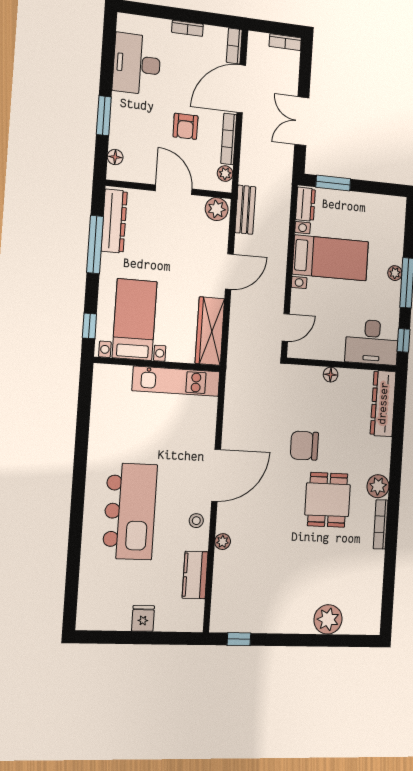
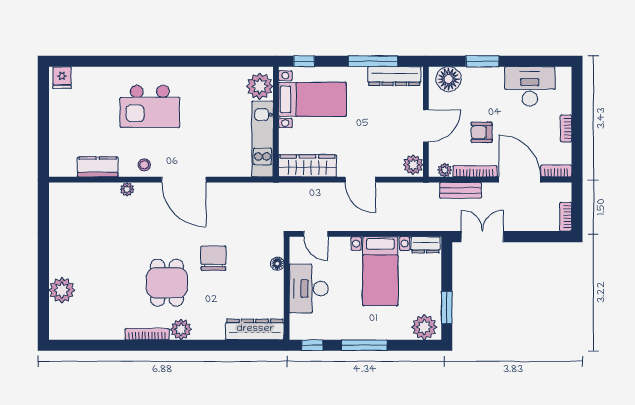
double door: (302, 121) -> (482, 237), moved
floor lamp: (115, 157) -> (449, 79), width x1.89, depth x1.89
window: (333, 183) -> (447, 307), moved
bench: (245, 210) -> (461, 190), moved
plant: (395, 273) -> (424, 327), moved, width x1.88, depth x1.88
desk: (372, 342) -> (309, 289), moved
floor lamp: (331, 375) -> (277, 264), moved
plant: (115, 380) -> (260, 86), added
dining table: (328, 500) -> (167, 283), turned 90
kitchen island: (130, 511) -> (150, 106), width x0.73
fridge: (143, 618) -> (62, 78), moved, turned 90
window: (239, 639) -> (43, 210), removed

